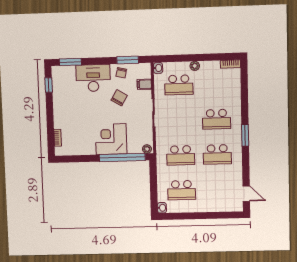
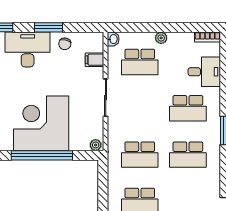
window: (128, 60) -> (48, 27), moved
desk: (228, 91) -> (204, 72), added
chair: (119, 98) -> (61, 76), removed
corner desk: (111, 139) -> (41, 123), width x1.36, depth x1.36
window: (122, 158) -> (42, 155), moved

